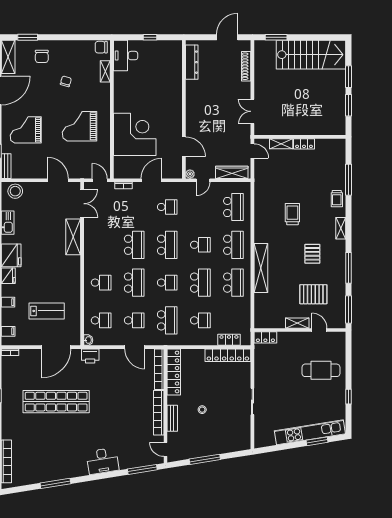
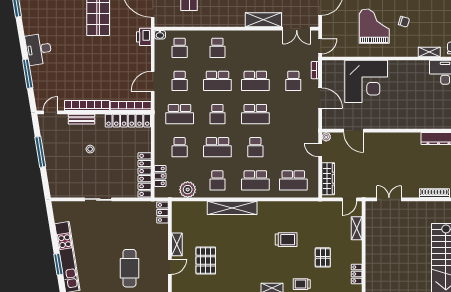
chair: (66, 81) -> (404, 22), moved
locker: (304, 144) -> (357, 274), moved
door: (184, 147) -> (354, 131), hinge flipped
school desk: (167, 207) -> (293, 81), moved
pallet: (312, 254) -> (323, 257), moved, turned 90
school desk: (233, 283) -> (217, 180), width x0.54
plant: (243, 312) -> (188, 190), added
window: (142, 469) -> (28, 74), moved

